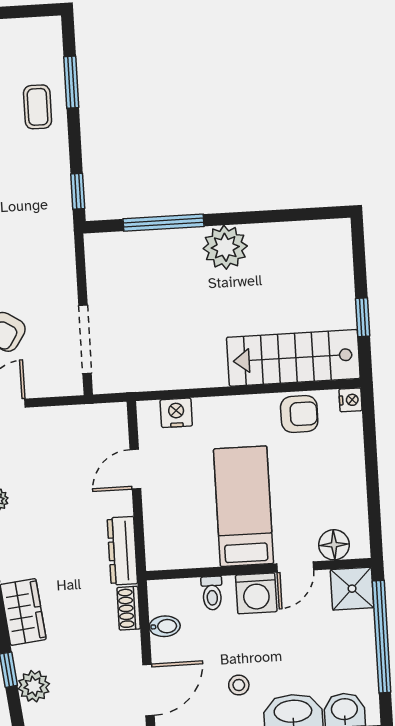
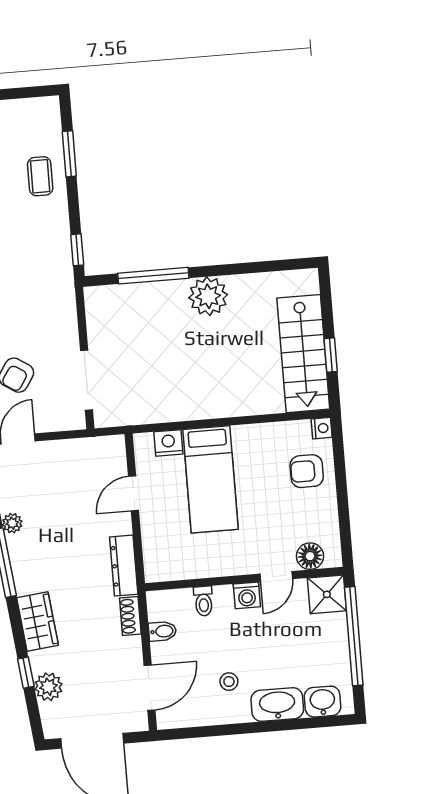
stairs: (293, 358) -> (303, 354), moved, turned -90
armchair: (299, 414) -> (307, 471), moved, turned 180
bed: (244, 506) -> (211, 479), moved, turned 180
washing machine: (256, 593) -> (247, 595), width x0.73, depth x0.73

